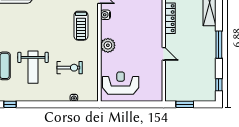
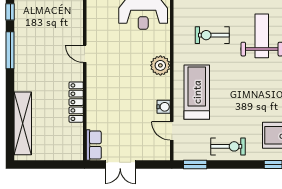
treadmill: (81, 26) -> (197, 92), width x1.37, depth x1.38
window: (219, 45) -> (10, 50), moved

